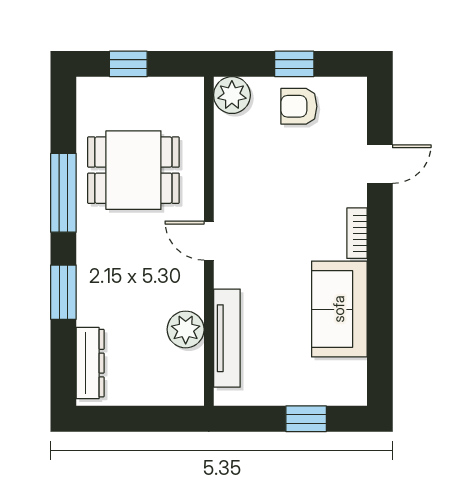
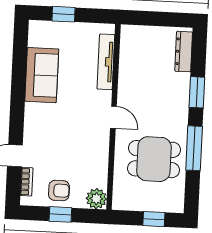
bookcase: (357, 233) -> (27, 182), moved
plant: (186, 329) -> (129, 68), removed

